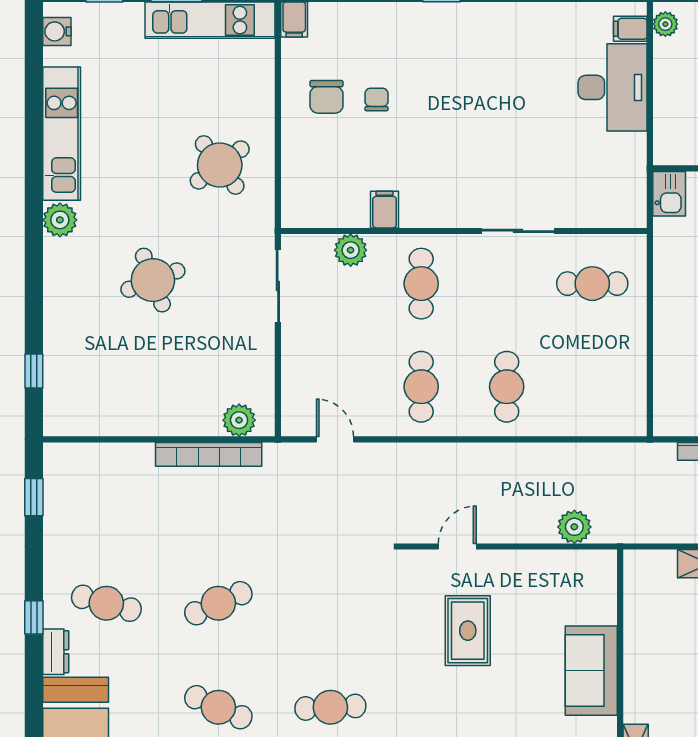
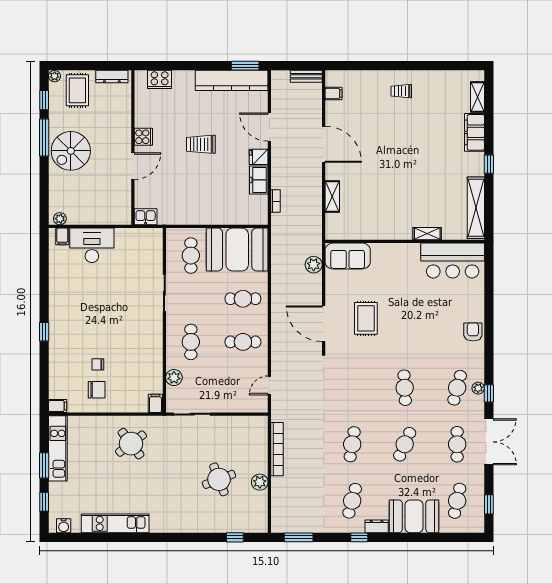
filing cabinet: (385, 210) -> (155, 403), moved, turned 90
plant: (60, 220) -> (159, 524), removed
round table: (153, 280) -> (219, 479), moved
cafe table: (421, 284) -> (191, 342), turned 90
booth: (604, 375) -> (237, 250), added
plant: (239, 420) -> (260, 482), moved
window: (34, 497) -> (299, 537), width x1.50
door: (457, 546) -> (324, 324), width x1.88
cafe table: (218, 603) -> (352, 444), turned 33
rug: (468, 631) -> (366, 318), turned 90
sofa: (591, 671) -> (348, 256), moved

